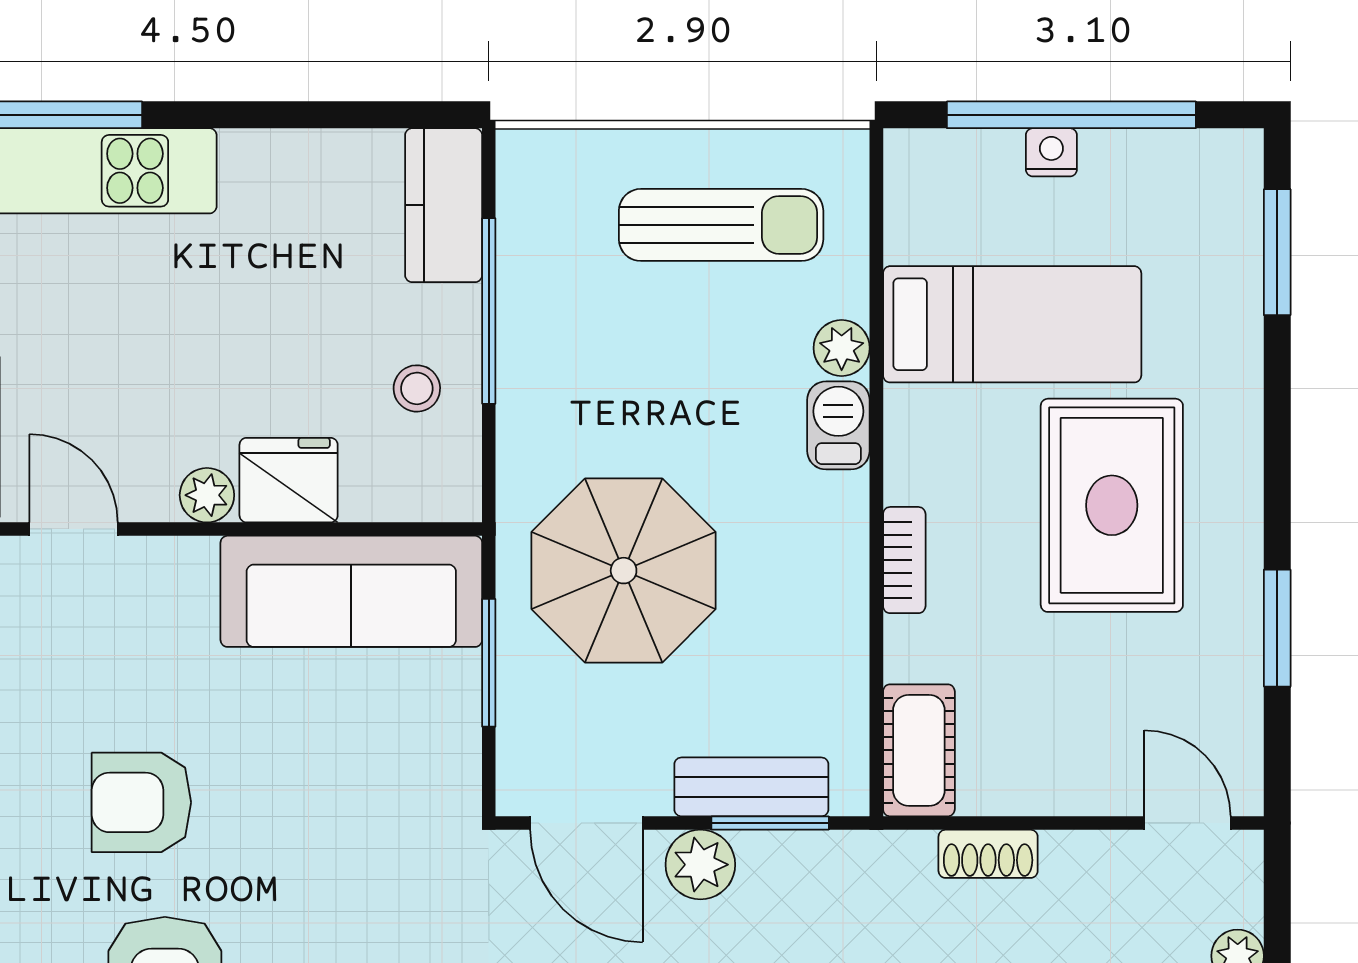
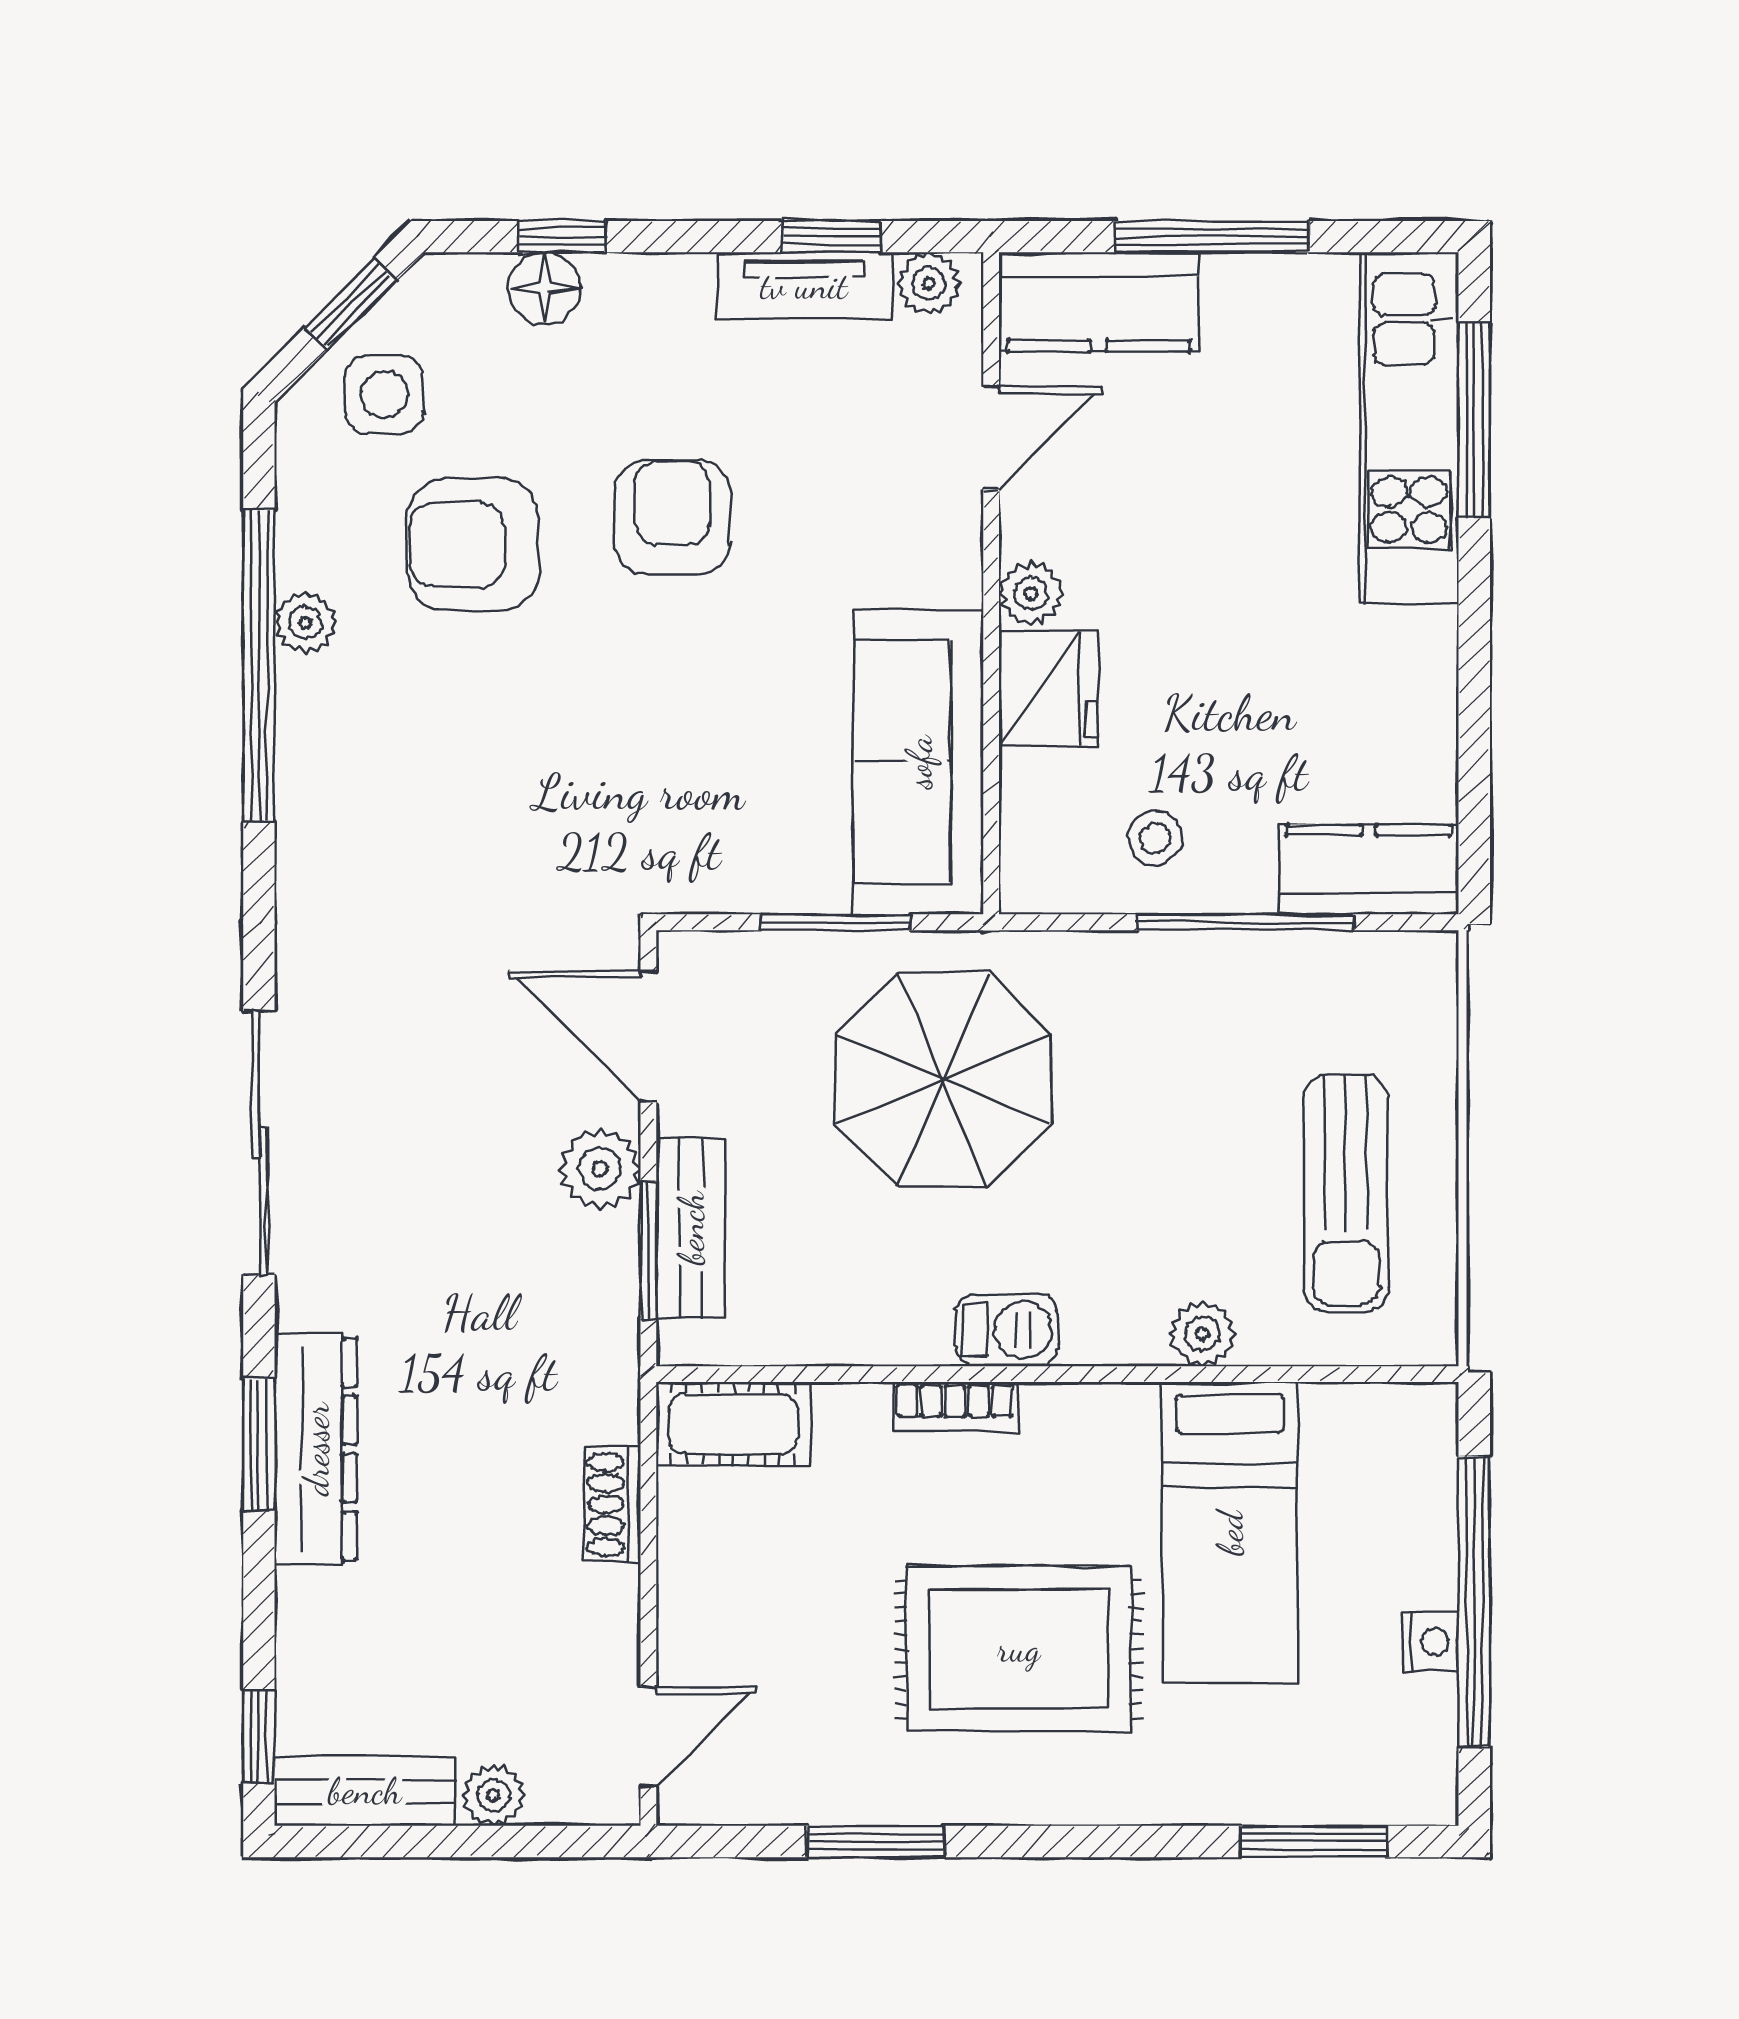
nightstand: (1051, 152) -> (1430, 1642), moved
barbecue: (838, 425) -> (1007, 1330), moved
door: (586, 823) -> (648, 1036), hinge flipped

